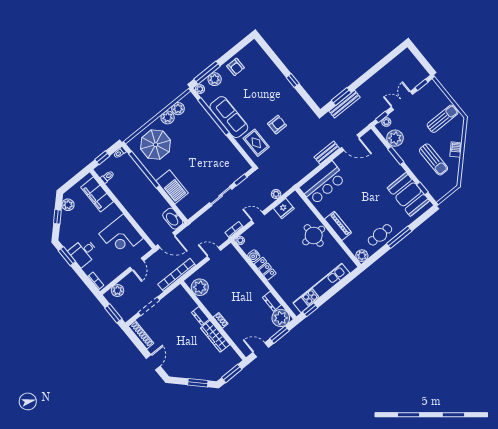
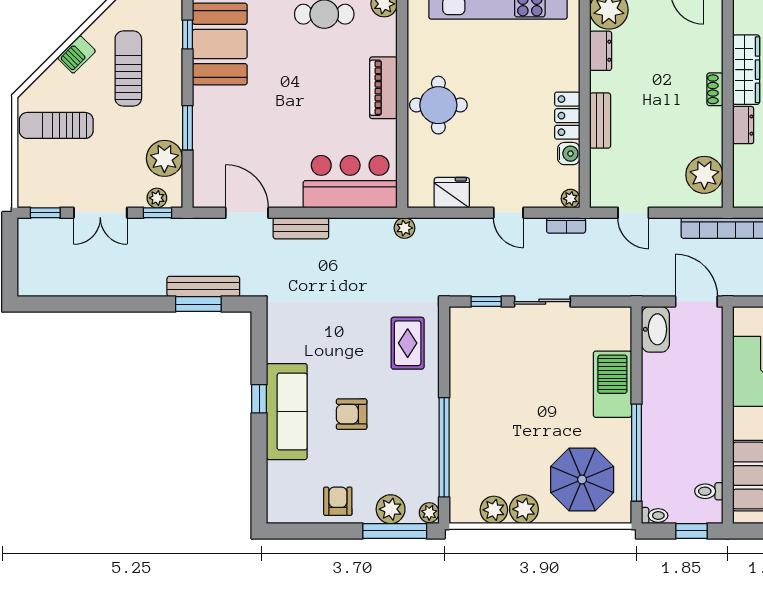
sofa: (229, 117) -> (287, 412), moved, turned 180
armchair: (277, 125) -> (352, 414), moved
plant: (276, 194) -> (405, 228), moved
bench: (252, 276) -> (600, 121), added

